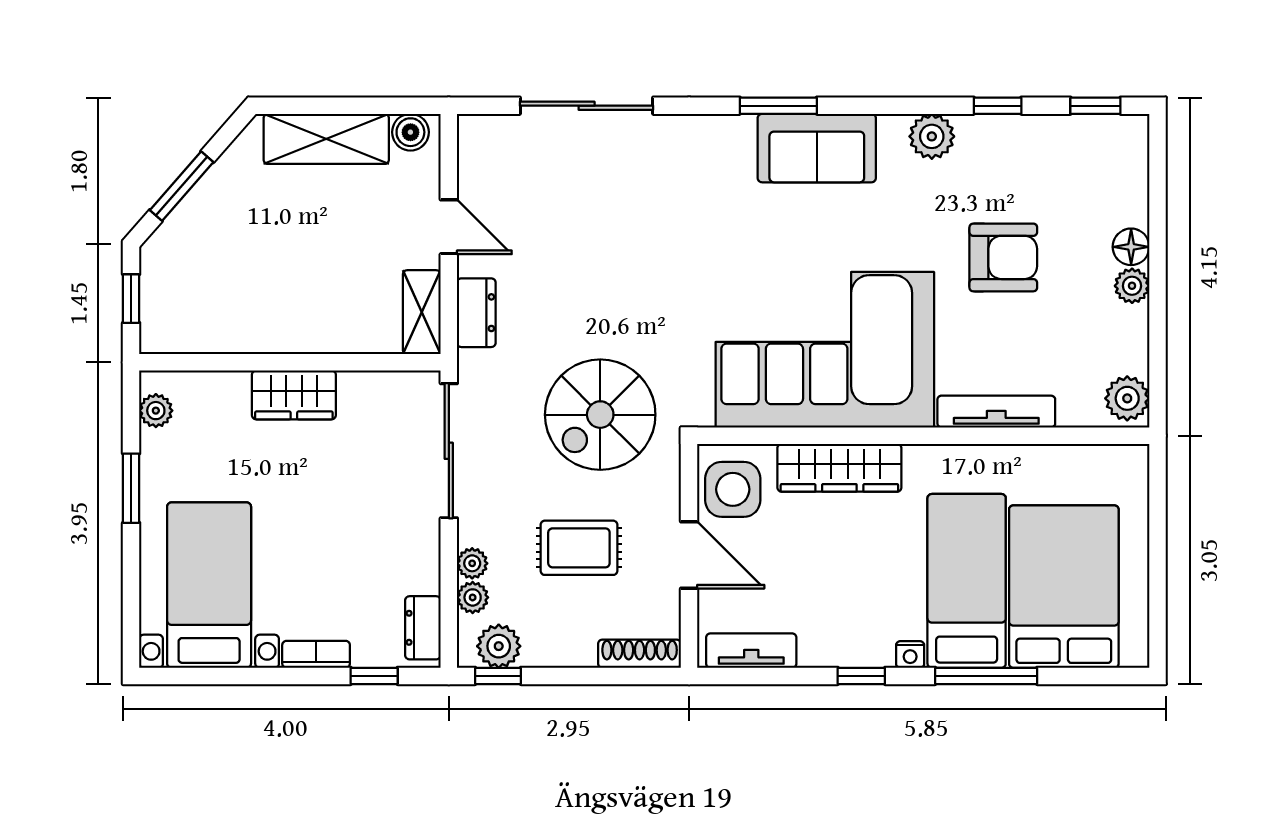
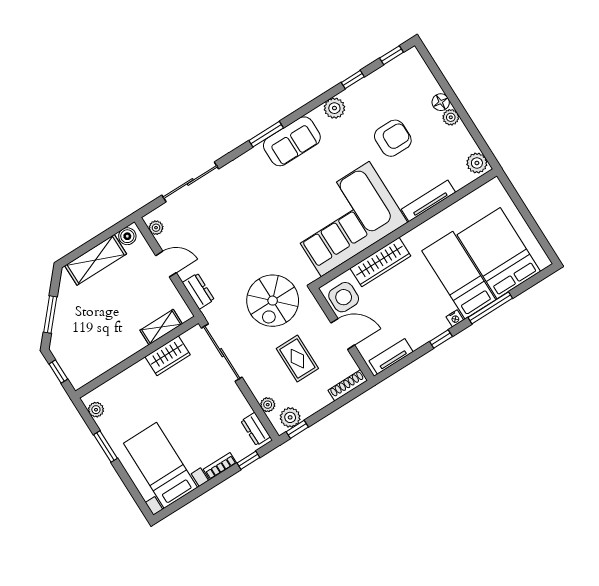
shelving: (422, 312) -> (161, 327), moved, turned 90
wardrobe: (294, 395) -> (168, 356), moved
rug: (579, 548) -> (297, 359), turned 90
plant: (472, 563) -> (156, 228), moved

